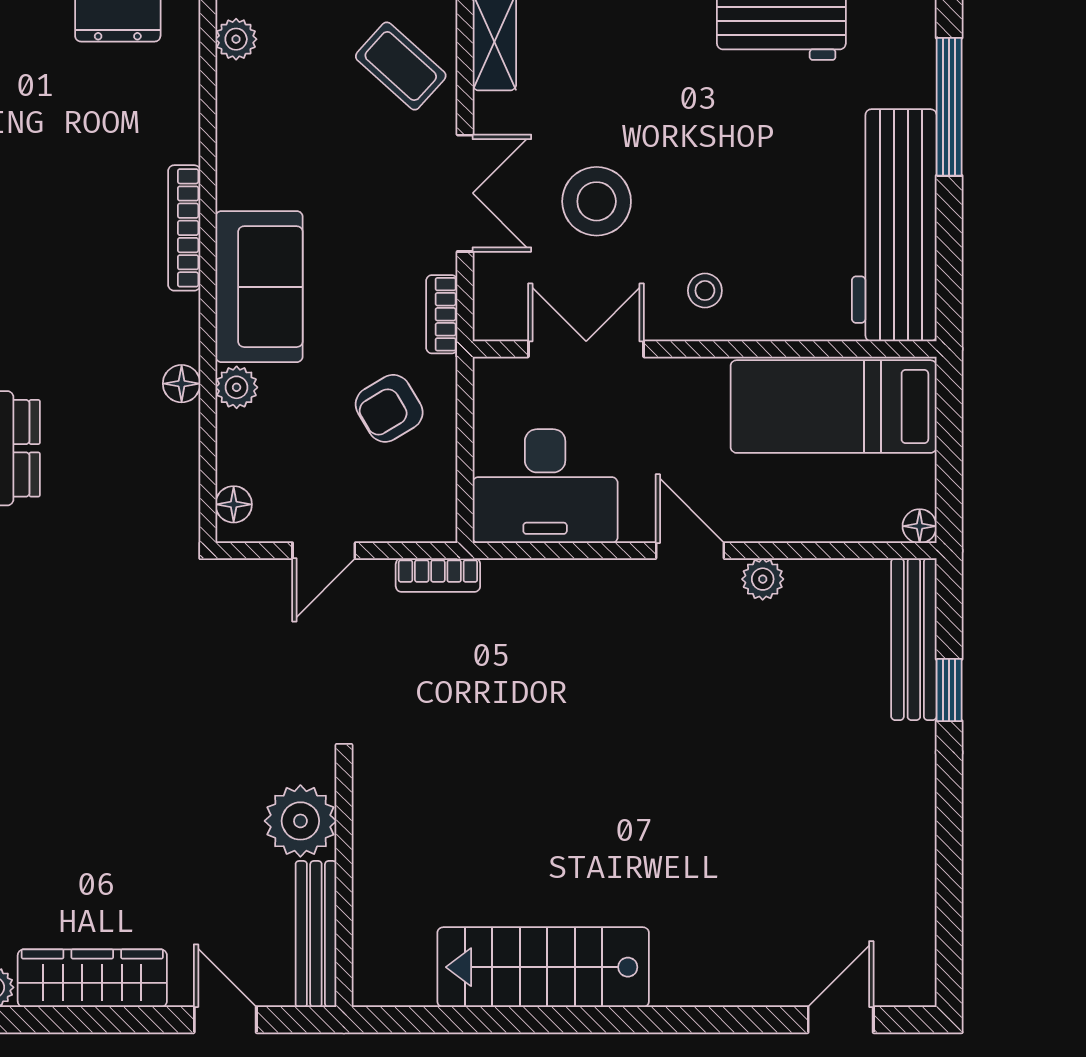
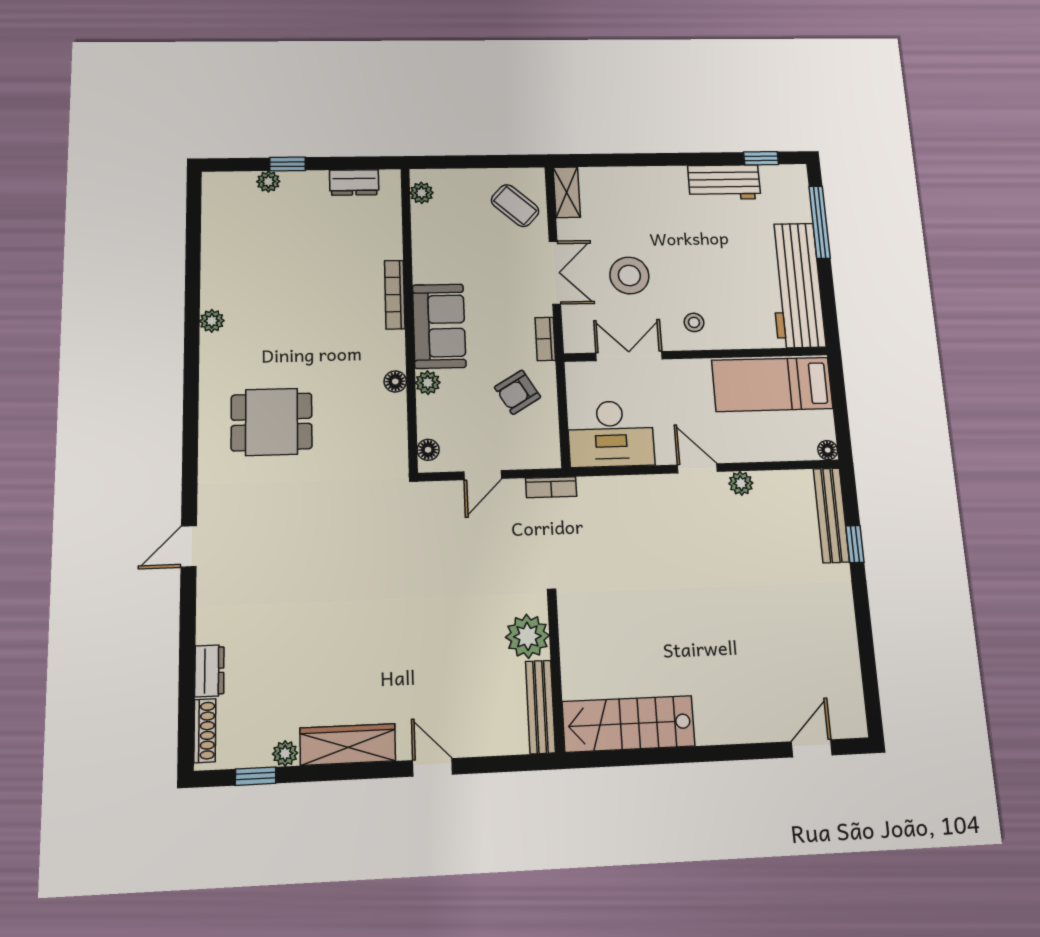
plant: (300, 821) -> (527, 636), moved
wall: (344, 883) -> (556, 674), moved
bench: (316, 934) -> (540, 707), moved

